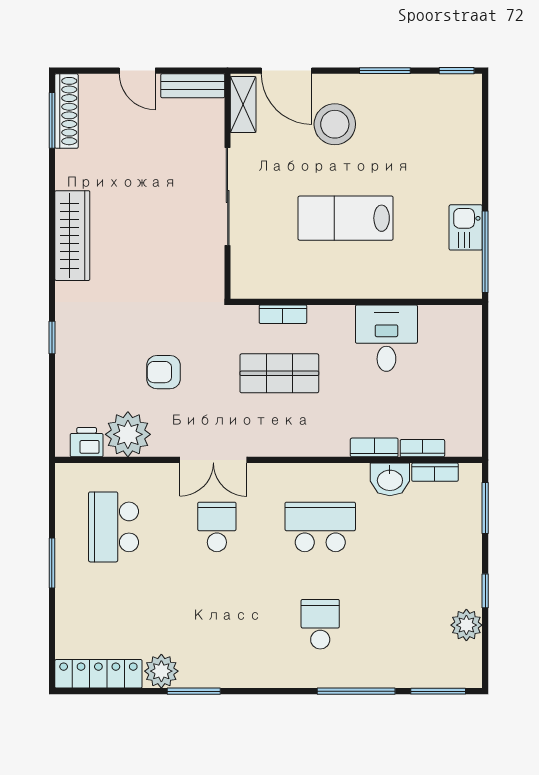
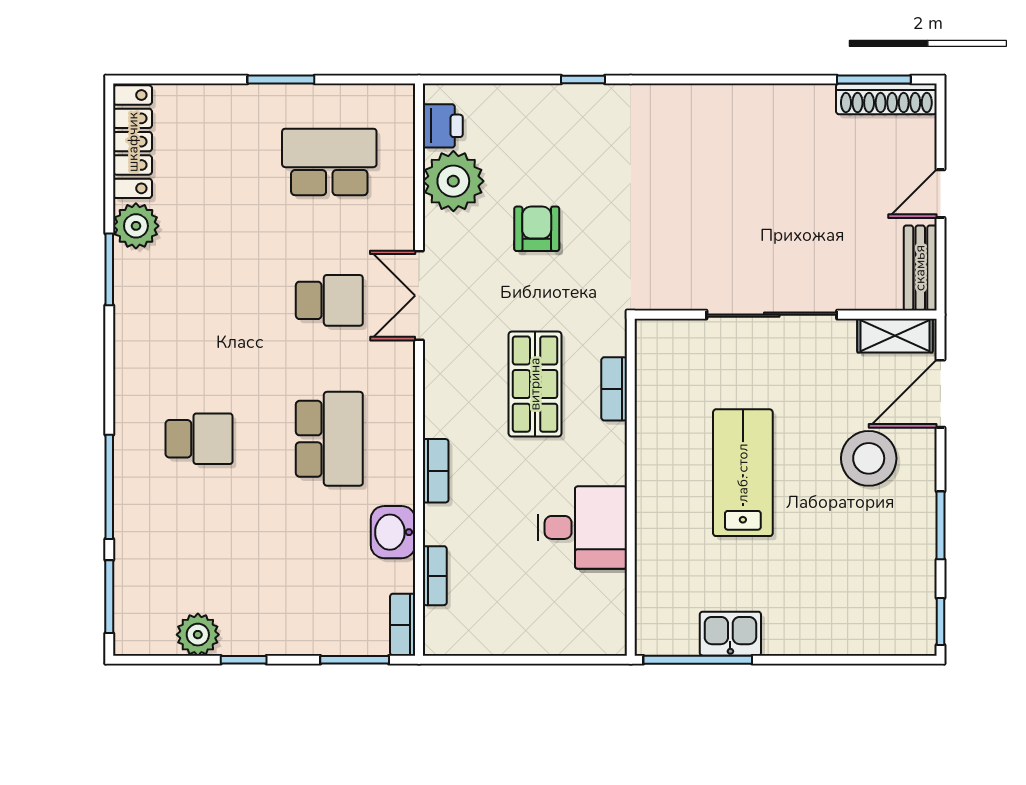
wardrobe: (72, 236) -> (720, 107), removed
bookcase: (374, 447) -> (436, 471), moved
bookcase: (435, 472) -> (403, 625), moved

